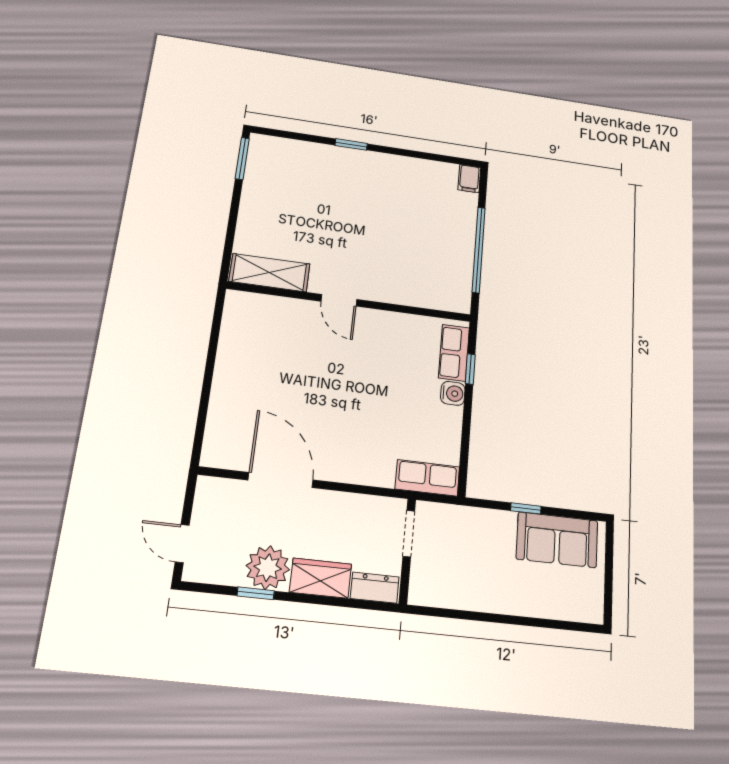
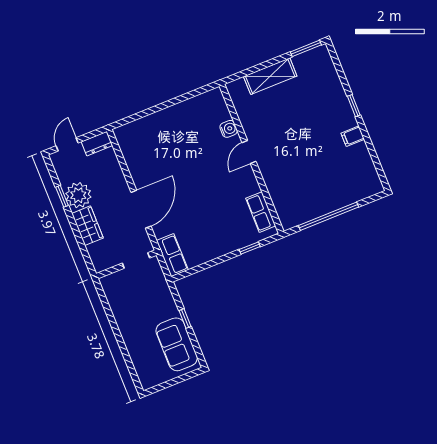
filing cabinet: (469, 179) -> (353, 136), moved
shelving: (270, 273) -> (270, 76), moved, turned 90
row of seats: (454, 353) -> (261, 212), moved, turned -90
water cooler: (453, 393) -> (229, 129), moved, turned -90
door: (281, 480) -> (141, 209), moved
dresser: (375, 588) -> (97, 144), moved, turned 90

